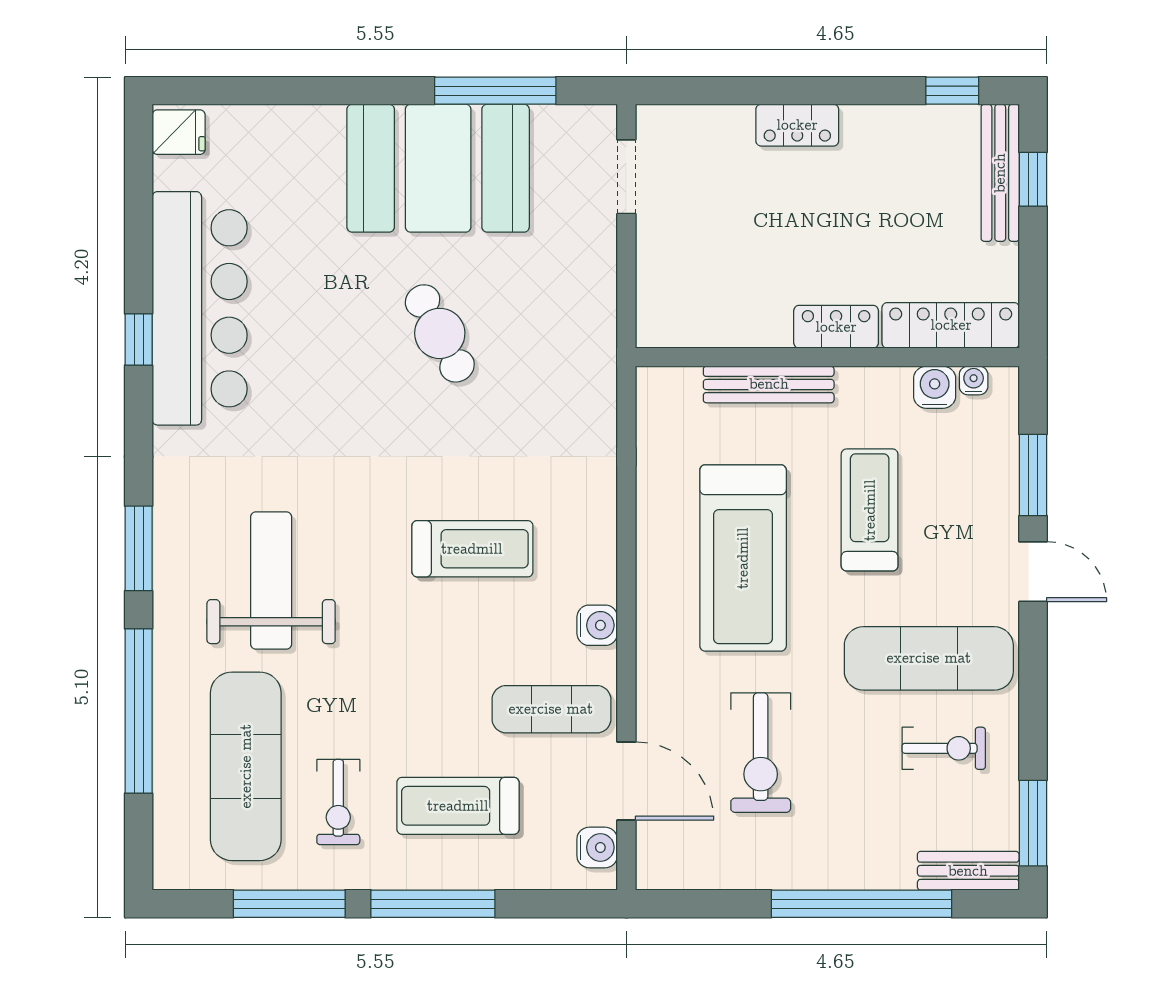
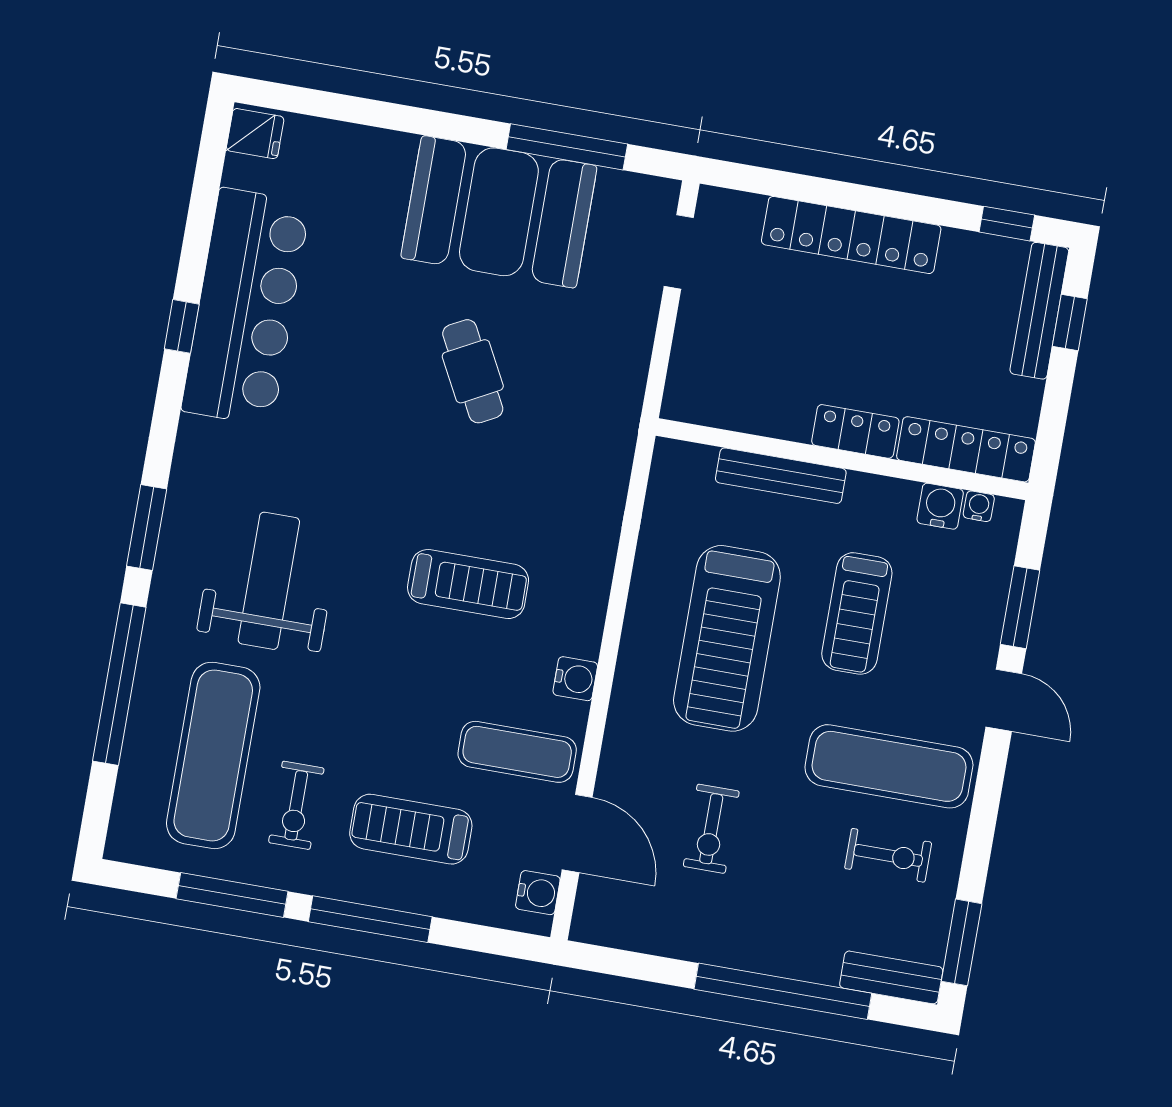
locker: (797, 125) -> (851, 235), width x2.16, depth x1.21
treadmill: (870, 510) -> (857, 613), turned 180
exercise bike: (761, 753) -> (711, 829), width x0.73, depth x0.72

